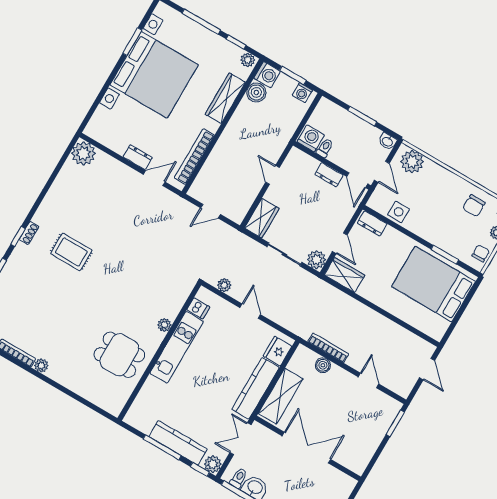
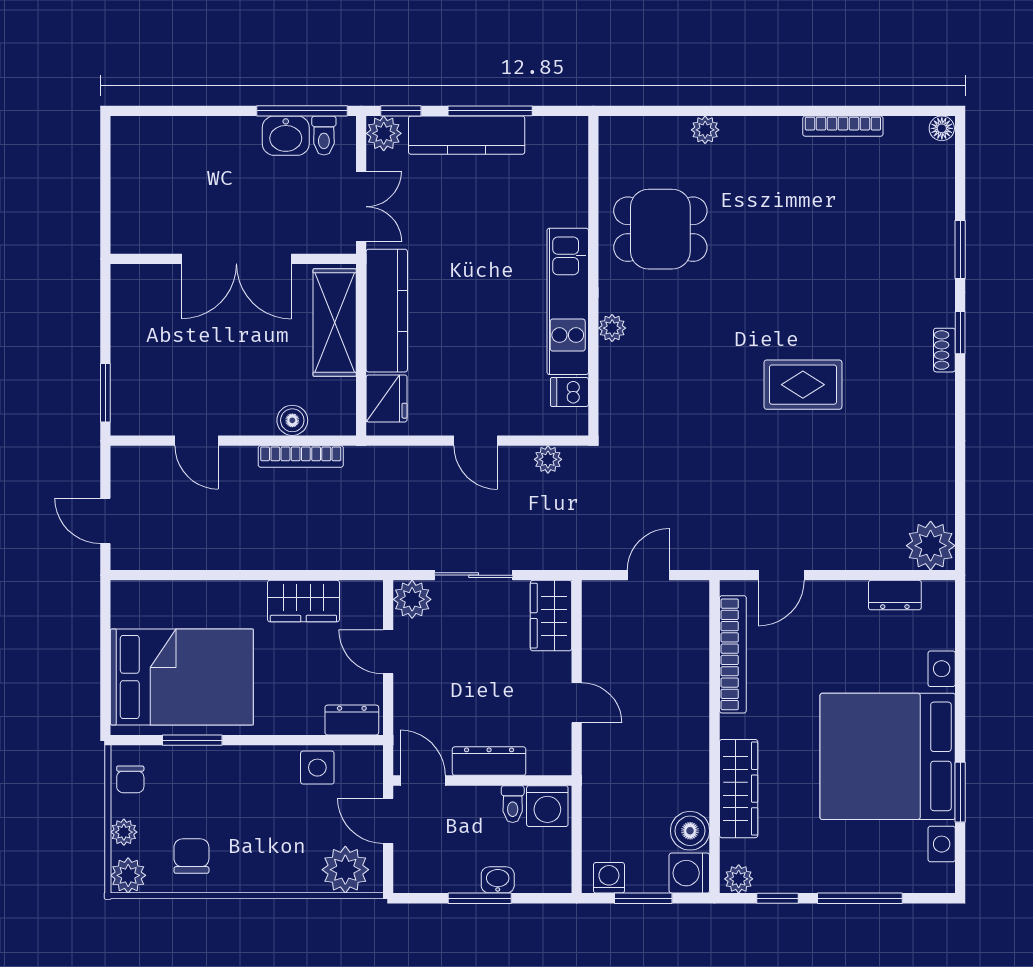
washbasin: (387, 141) -> (498, 880), moved
dresser: (138, 157) -> (895, 595), moved
dresser: (329, 175) -> (489, 761), width x1.44
rug: (71, 252) -> (803, 385), moved
wardrobe: (345, 275) -> (303, 601), moved
plant: (41, 366) -> (705, 130), moved

